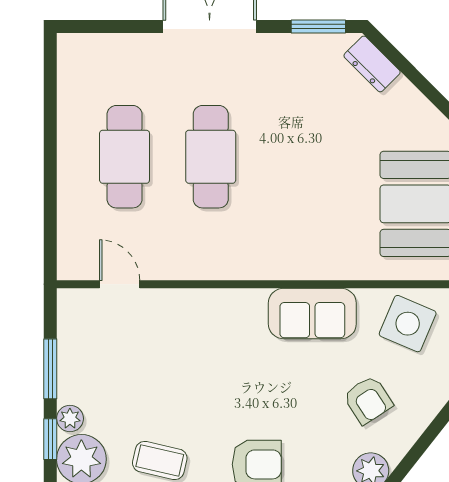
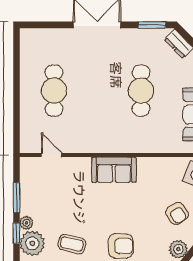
cafe table: (211, 157) -> (141, 91), moved
sofa: (312, 314) -> (114, 170), moved

